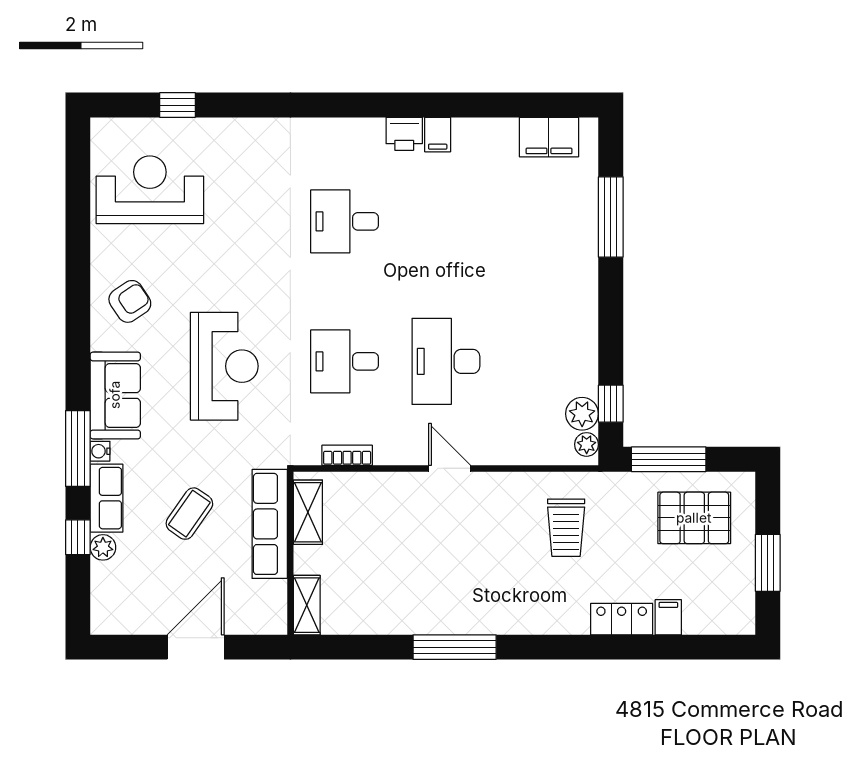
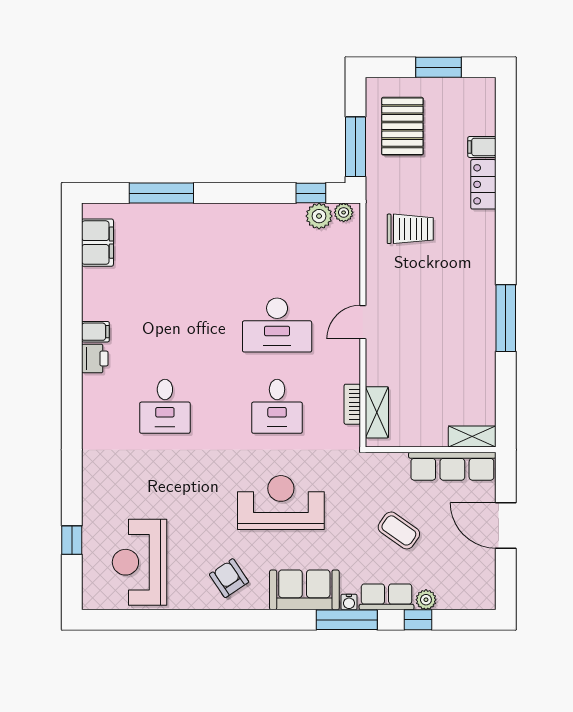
shelving: (308, 512) -> (377, 412), moved, turned 90
row of seats: (270, 524) -> (452, 466), moved

